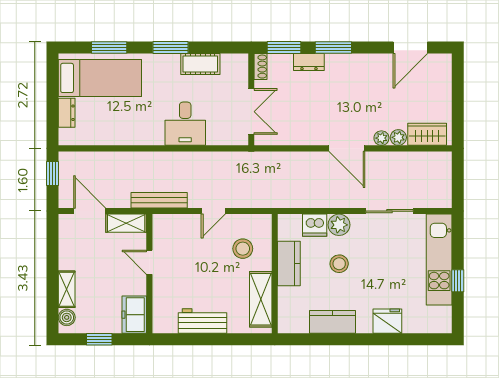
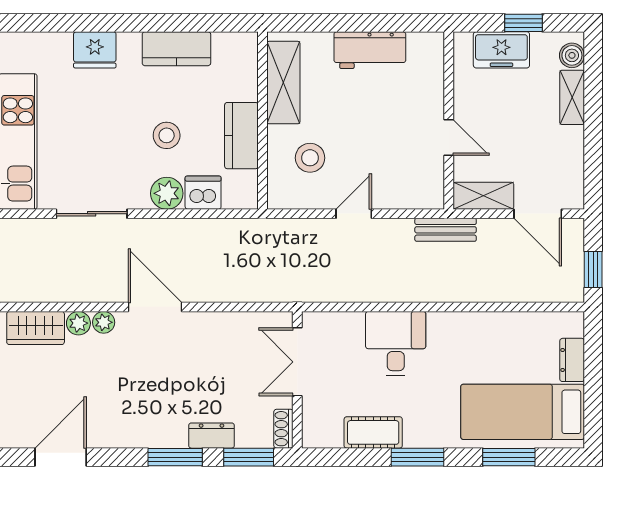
bench: (159, 200) -> (446, 230), width x0.73
freezer: (134, 315) -> (501, 50), moved, turned 90

